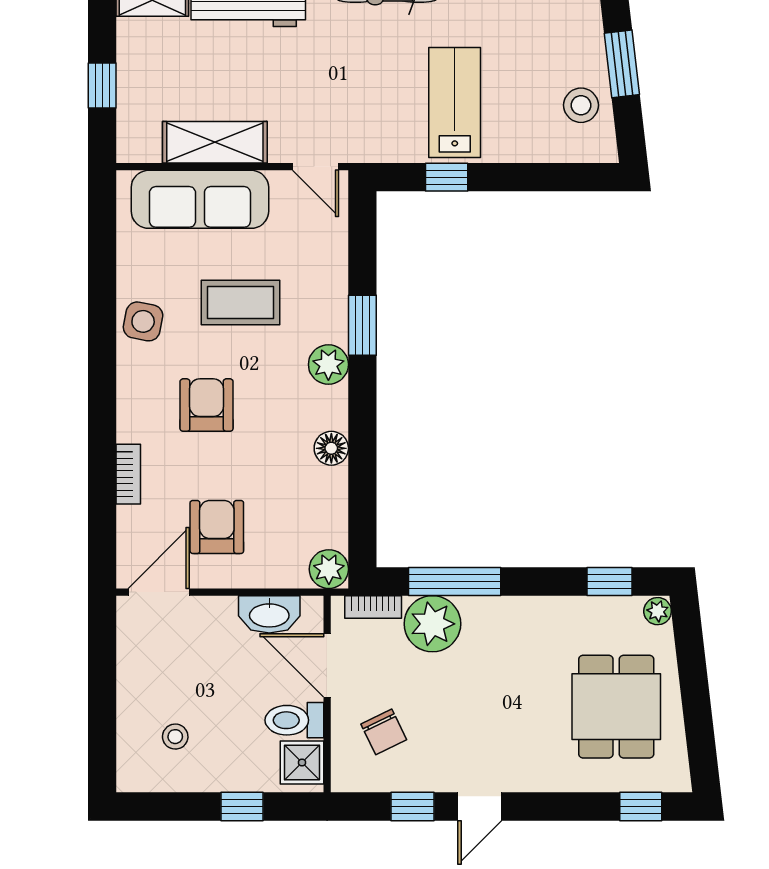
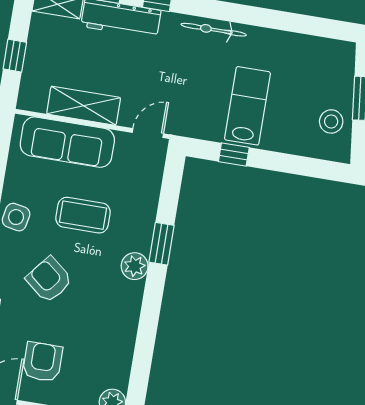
door: (315, 167) -> (148, 133), swing flipped
armchair: (207, 405) -> (49, 280), turned -51
floor lamp: (331, 448) -> (127, 322), removed

